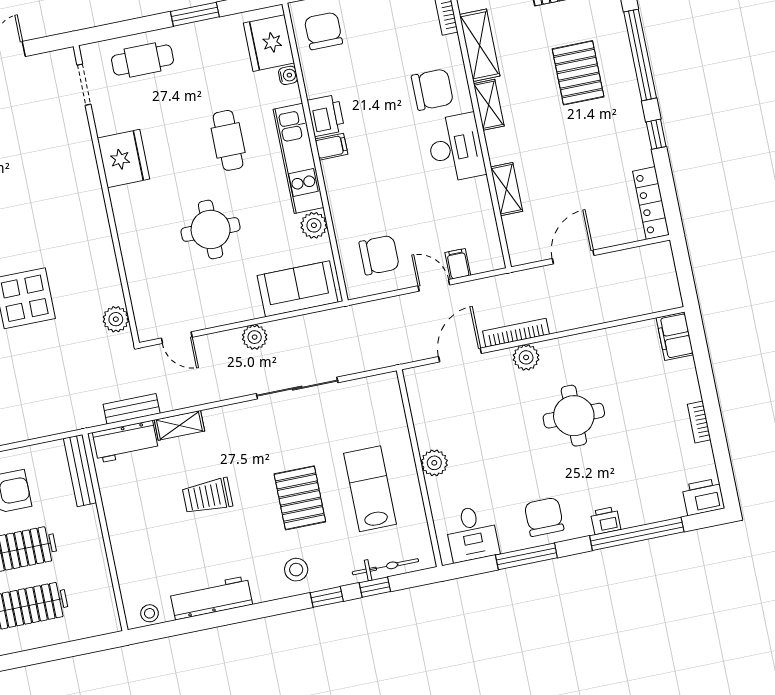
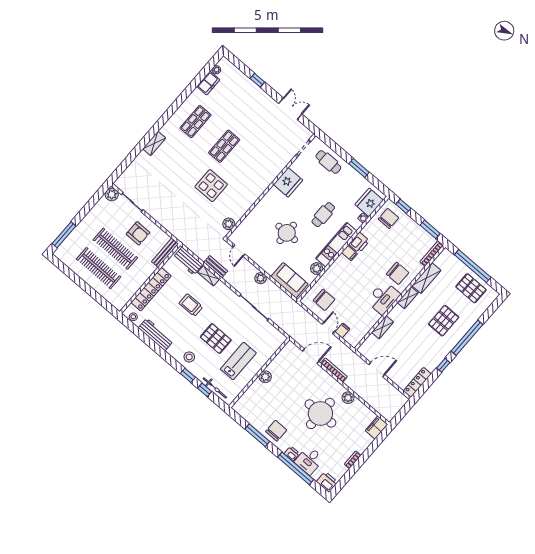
plant: (526, 357) -> (348, 398), moved
bench: (132, 409) -> (216, 267), moved
round table: (574, 416) -> (320, 413), width x1.36, depth x1.36
pallet: (300, 498) -> (216, 339), turned 90
desk: (472, 534) -> (309, 460), moved
locker: (125, 545) -> (151, 289), added

